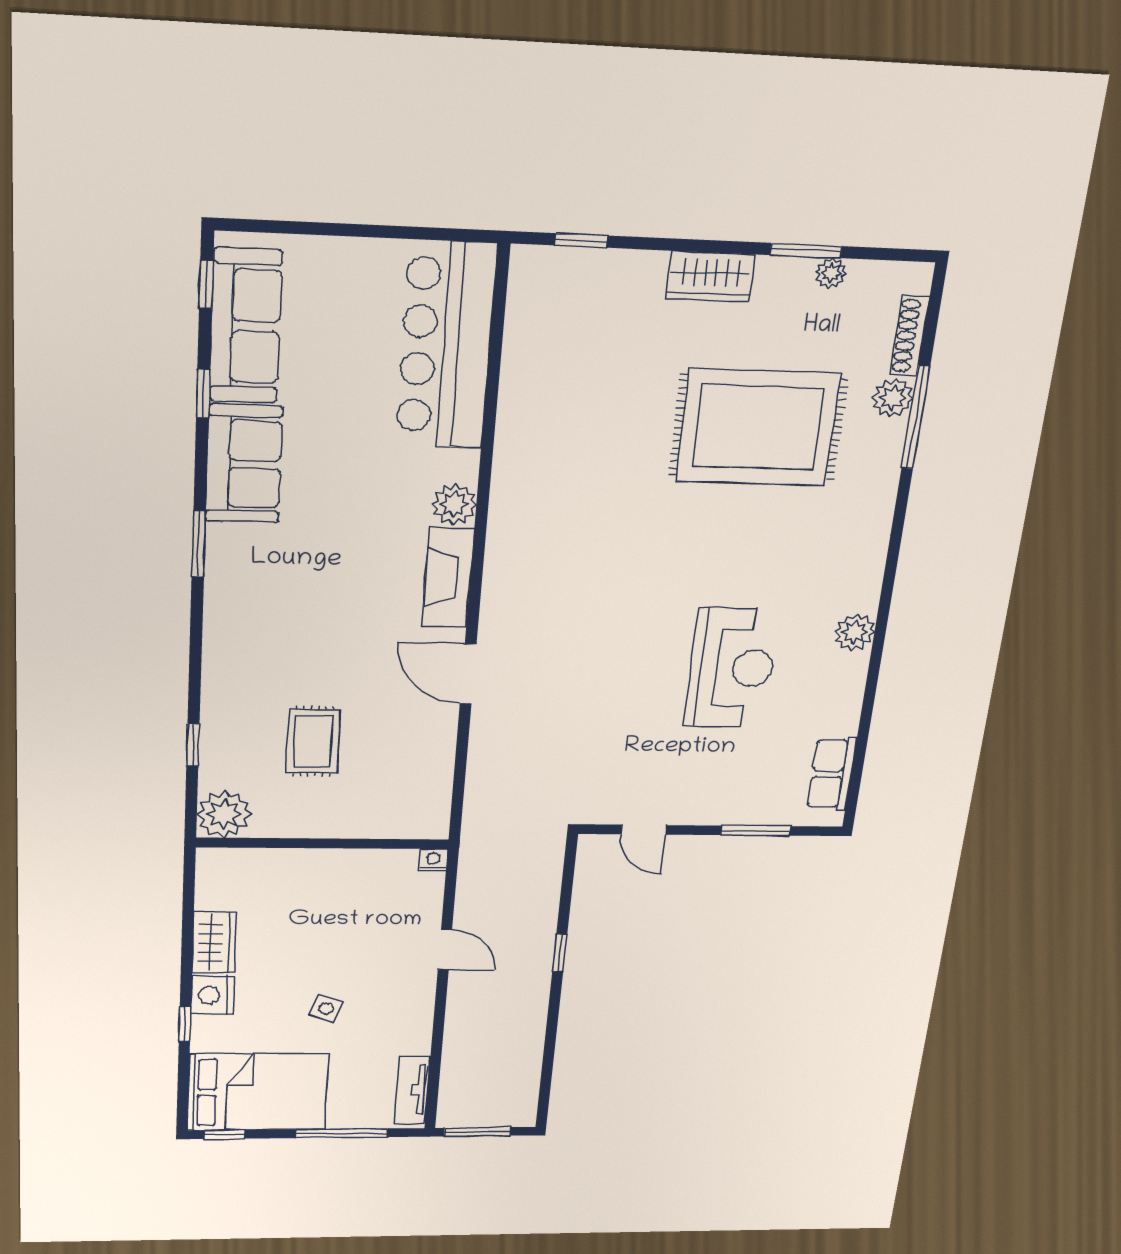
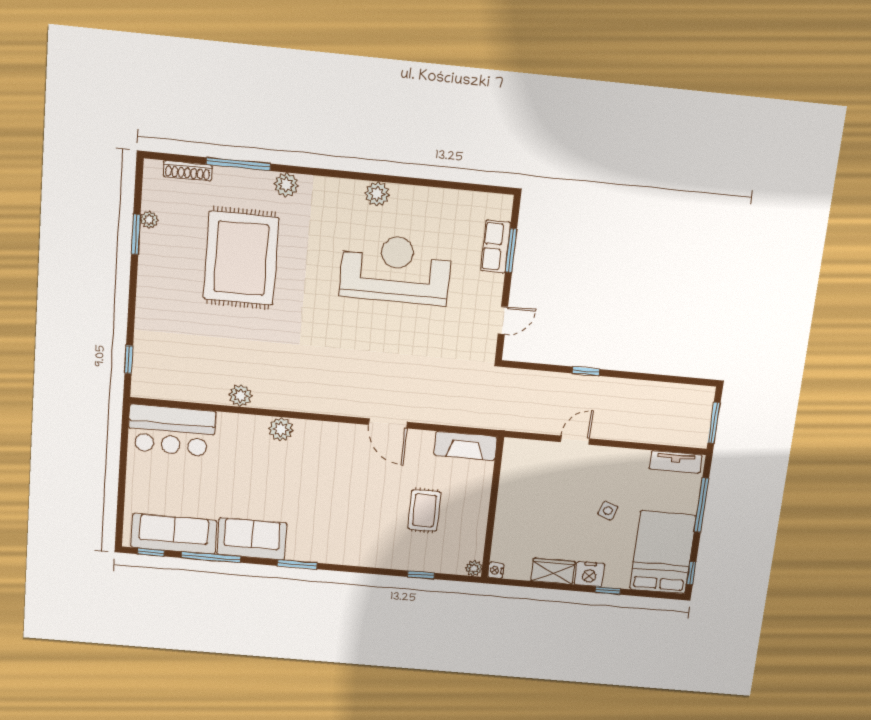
wardrobe: (710, 277) -> (150, 288), removed
bar counter: (446, 346) -> (172, 431), width x0.73
window: (203, 394) -> (211, 557), width x2.17
plant: (893, 398) -> (286, 185), moved
plant: (515, 435) -> (240, 396), added
fireplace: (448, 578) -> (465, 446), moved
reception desk: (731, 668) -> (396, 269), width x1.36, depth x1.30
door: (468, 674) -> (388, 423), hinge flipped
rug: (313, 741) -> (424, 510), turned 90
row of seats: (832, 774) -> (496, 247), moved, turned 90
plant: (224, 814) -> (474, 568), width x0.53, depth x0.53
nightstand: (433, 860) -> (496, 571), moved

